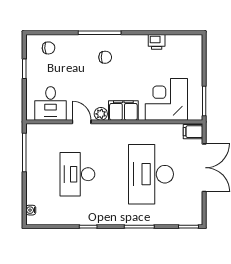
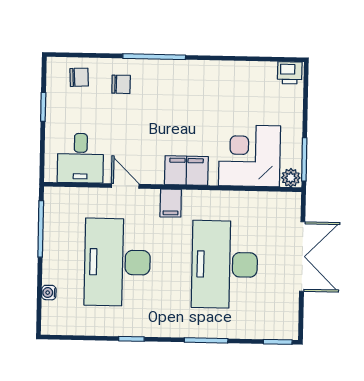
printer: (157, 42) -> (290, 73), moved
chair: (105, 57) -> (121, 84), moved
plant: (101, 114) -> (291, 178), moved
filing cabinet: (193, 132) -> (171, 203), moved, turned -90
desk: (77, 174) -> (117, 262), width x1.36, depth x1.30
water cooler: (31, 210) -> (49, 293), moved

